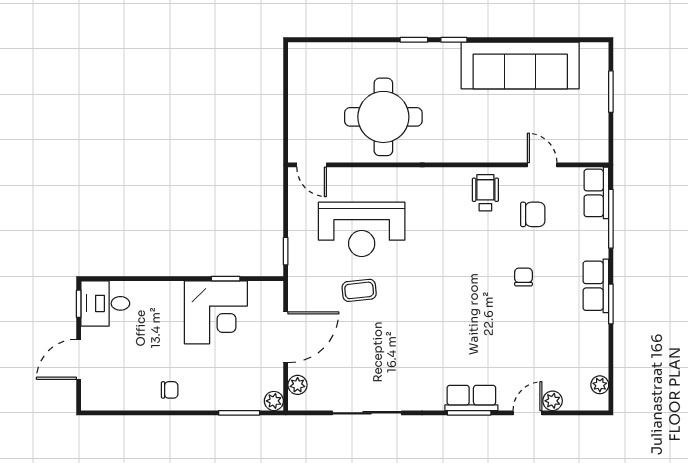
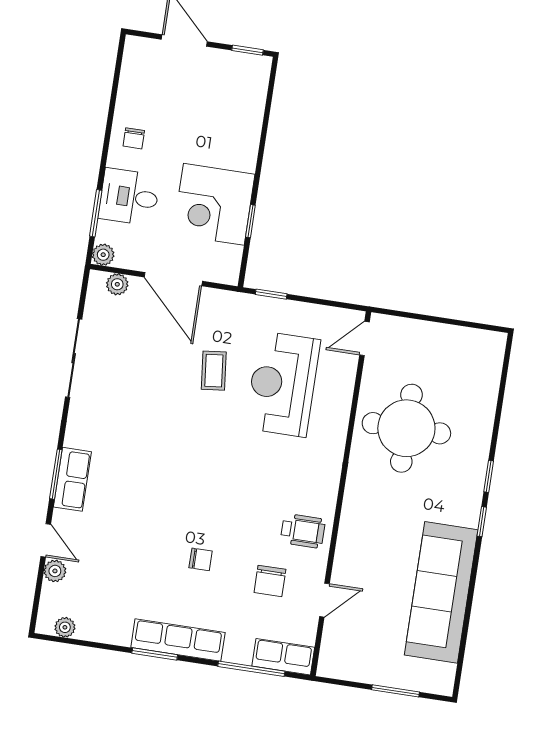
row of seats: (596, 286) -> (178, 640), width x1.48
desk: (105, 303) -> (129, 197), moved, turned -90

